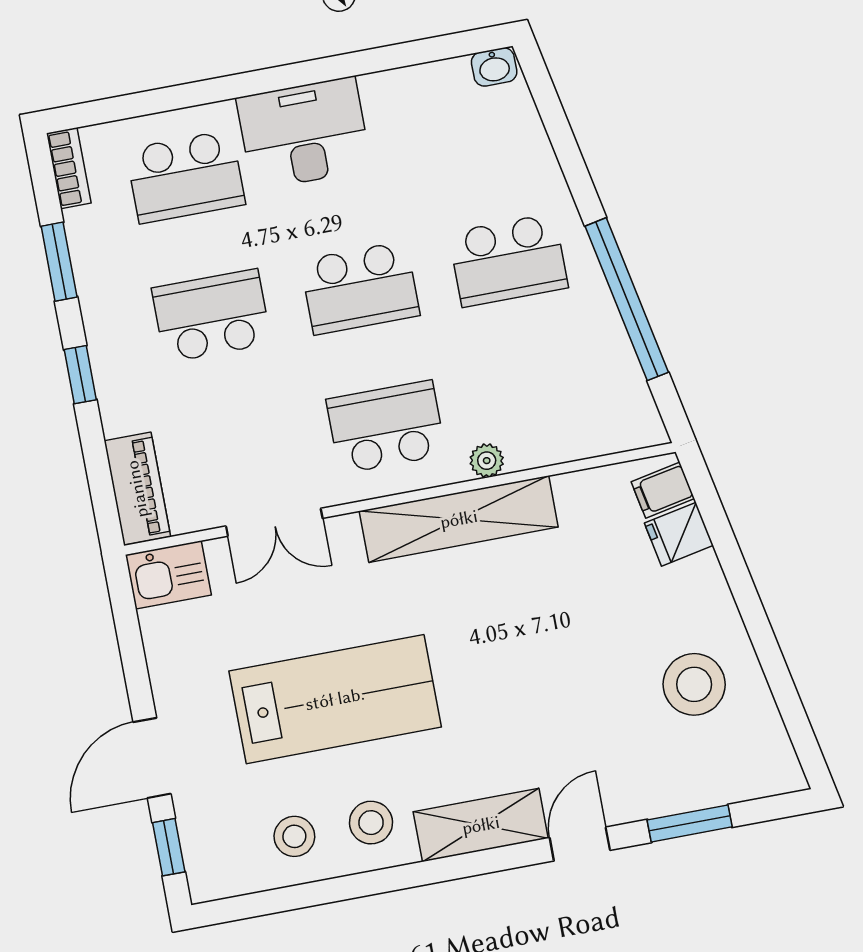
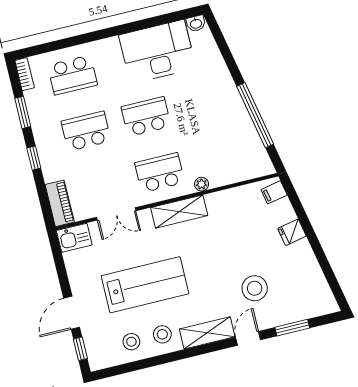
desk: (304, 133) -> (157, 52), moved, width x1.36, depth x1.30
school desk: (508, 260) -> (206, 102), removed
school desk: (360, 288) -> (146, 117), turned 180
shelving: (459, 519) -> (179, 212), width x0.68
fridge: (679, 534) -> (292, 232), moved
stool: (694, 684) -> (255, 288), moved

